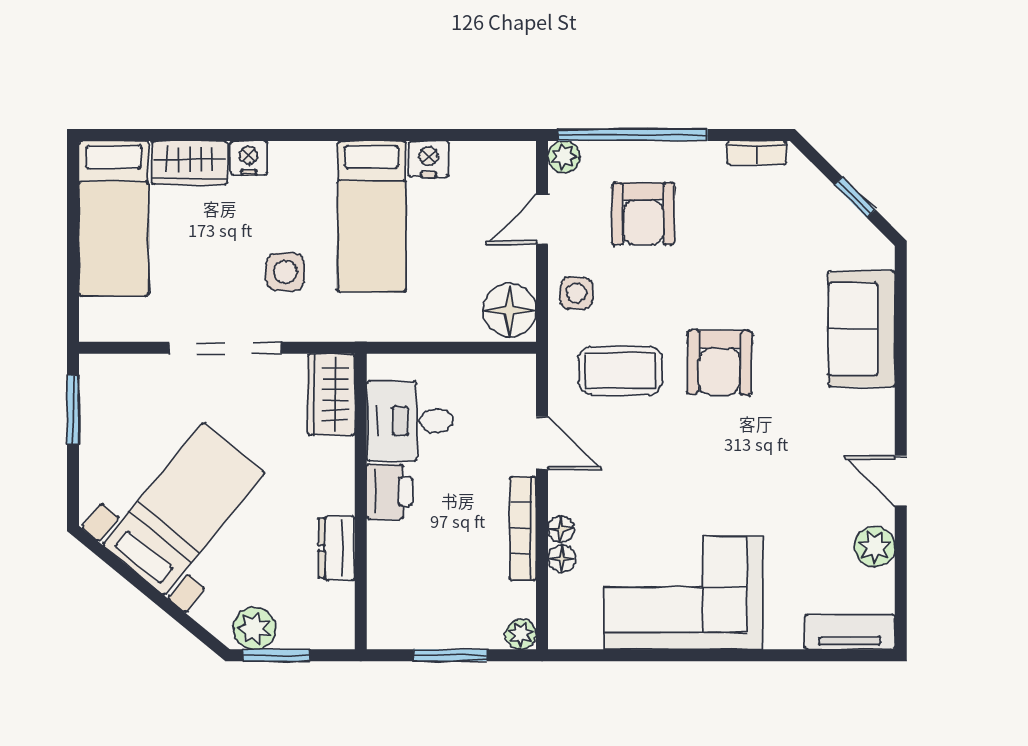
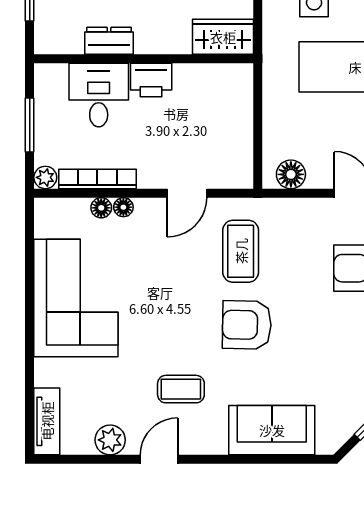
side table: (576, 293) -> (298, 219), removed
floor lamp: (509, 310) -> (291, 174), width x0.73, depth x0.73
desk: (410, 421) -> (99, 95), moved
coffee table: (806, 451) -> (181, 389), added
bookcase: (523, 528) -> (97, 179), moved

